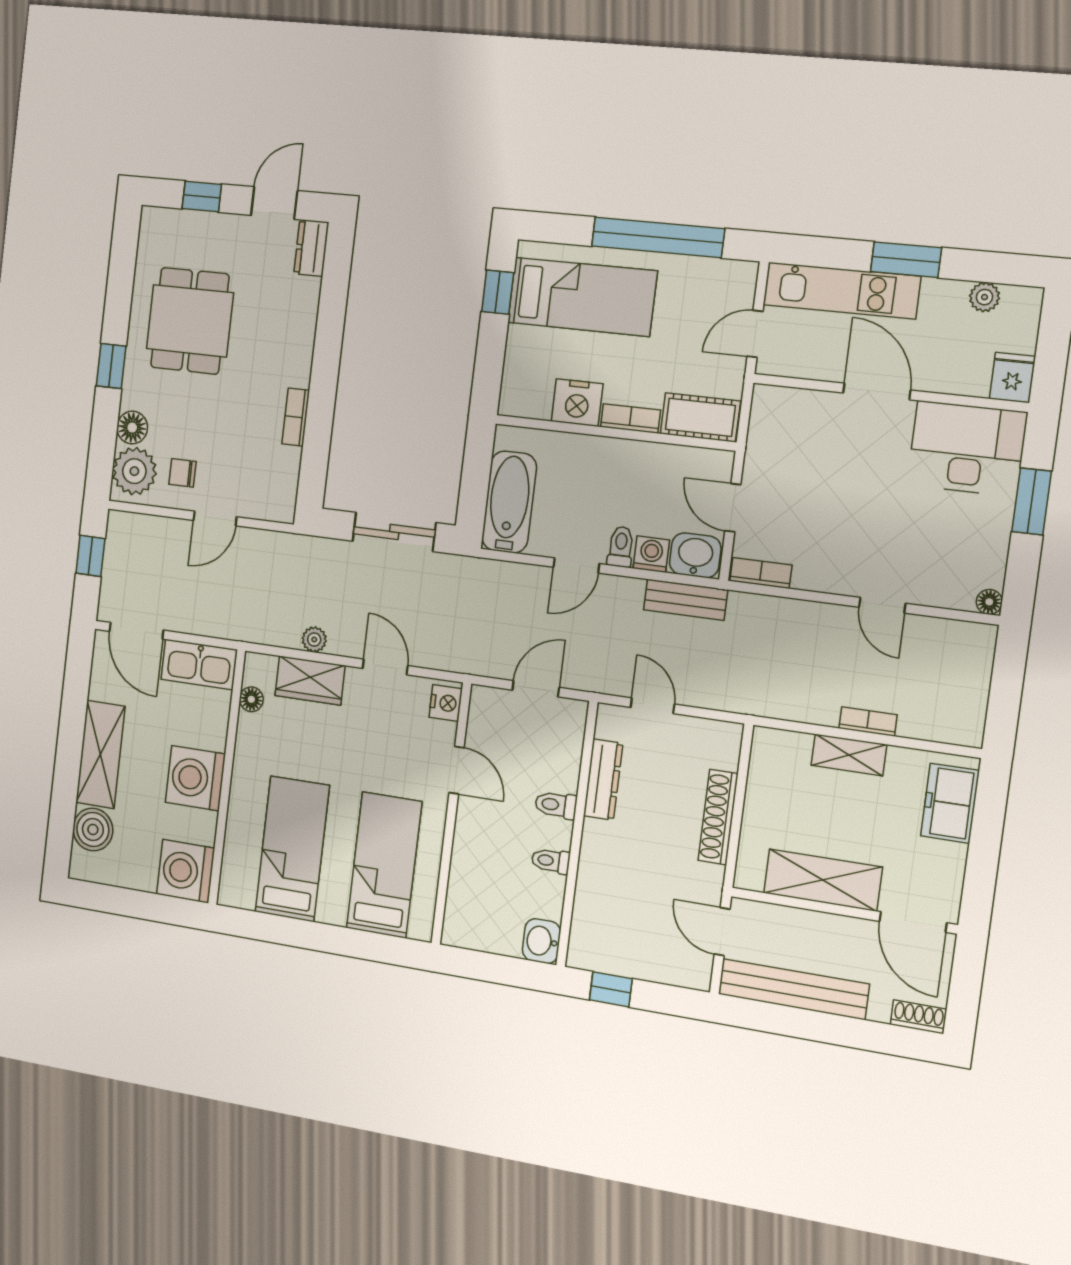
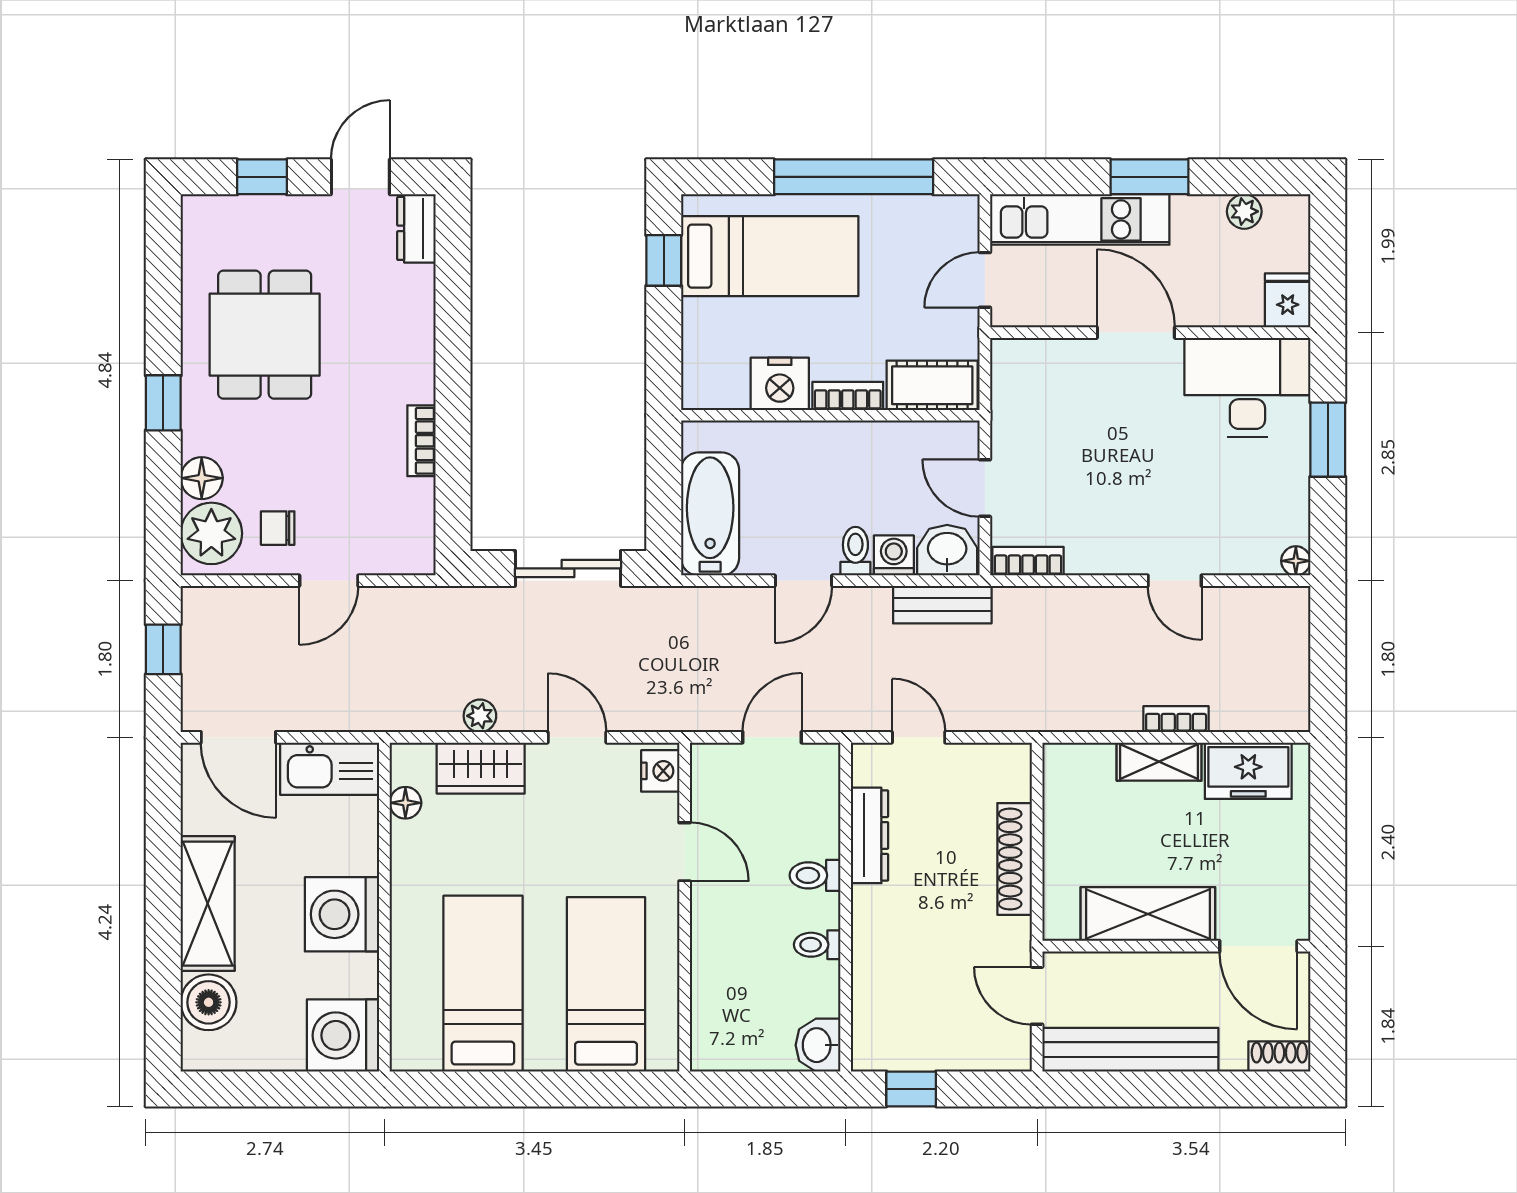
freezer: (950, 803) -> (1248, 771), moved, turned -90

